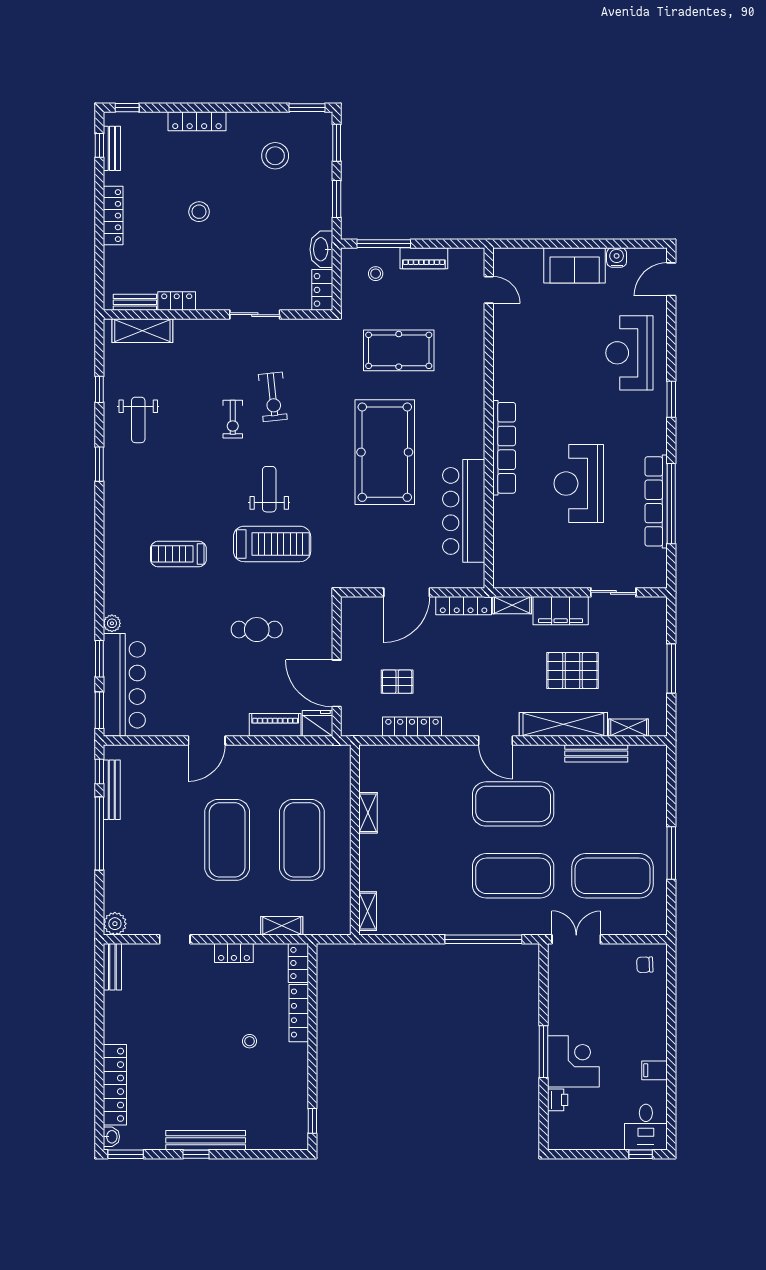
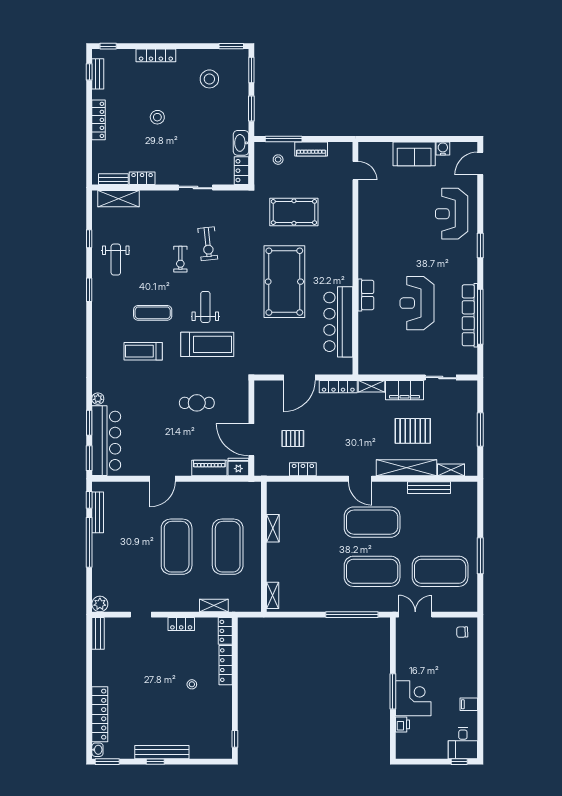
row of seats: (504, 448) -> (366, 295), width x0.50
exercise mat: (192, 498) -> (153, 313), added
locker: (412, 727) -> (303, 469), width x0.66

